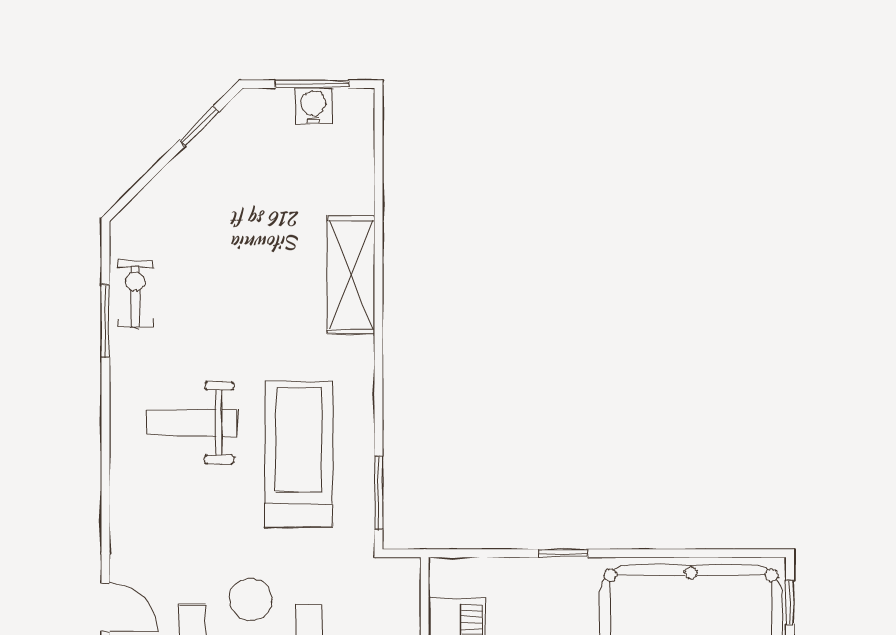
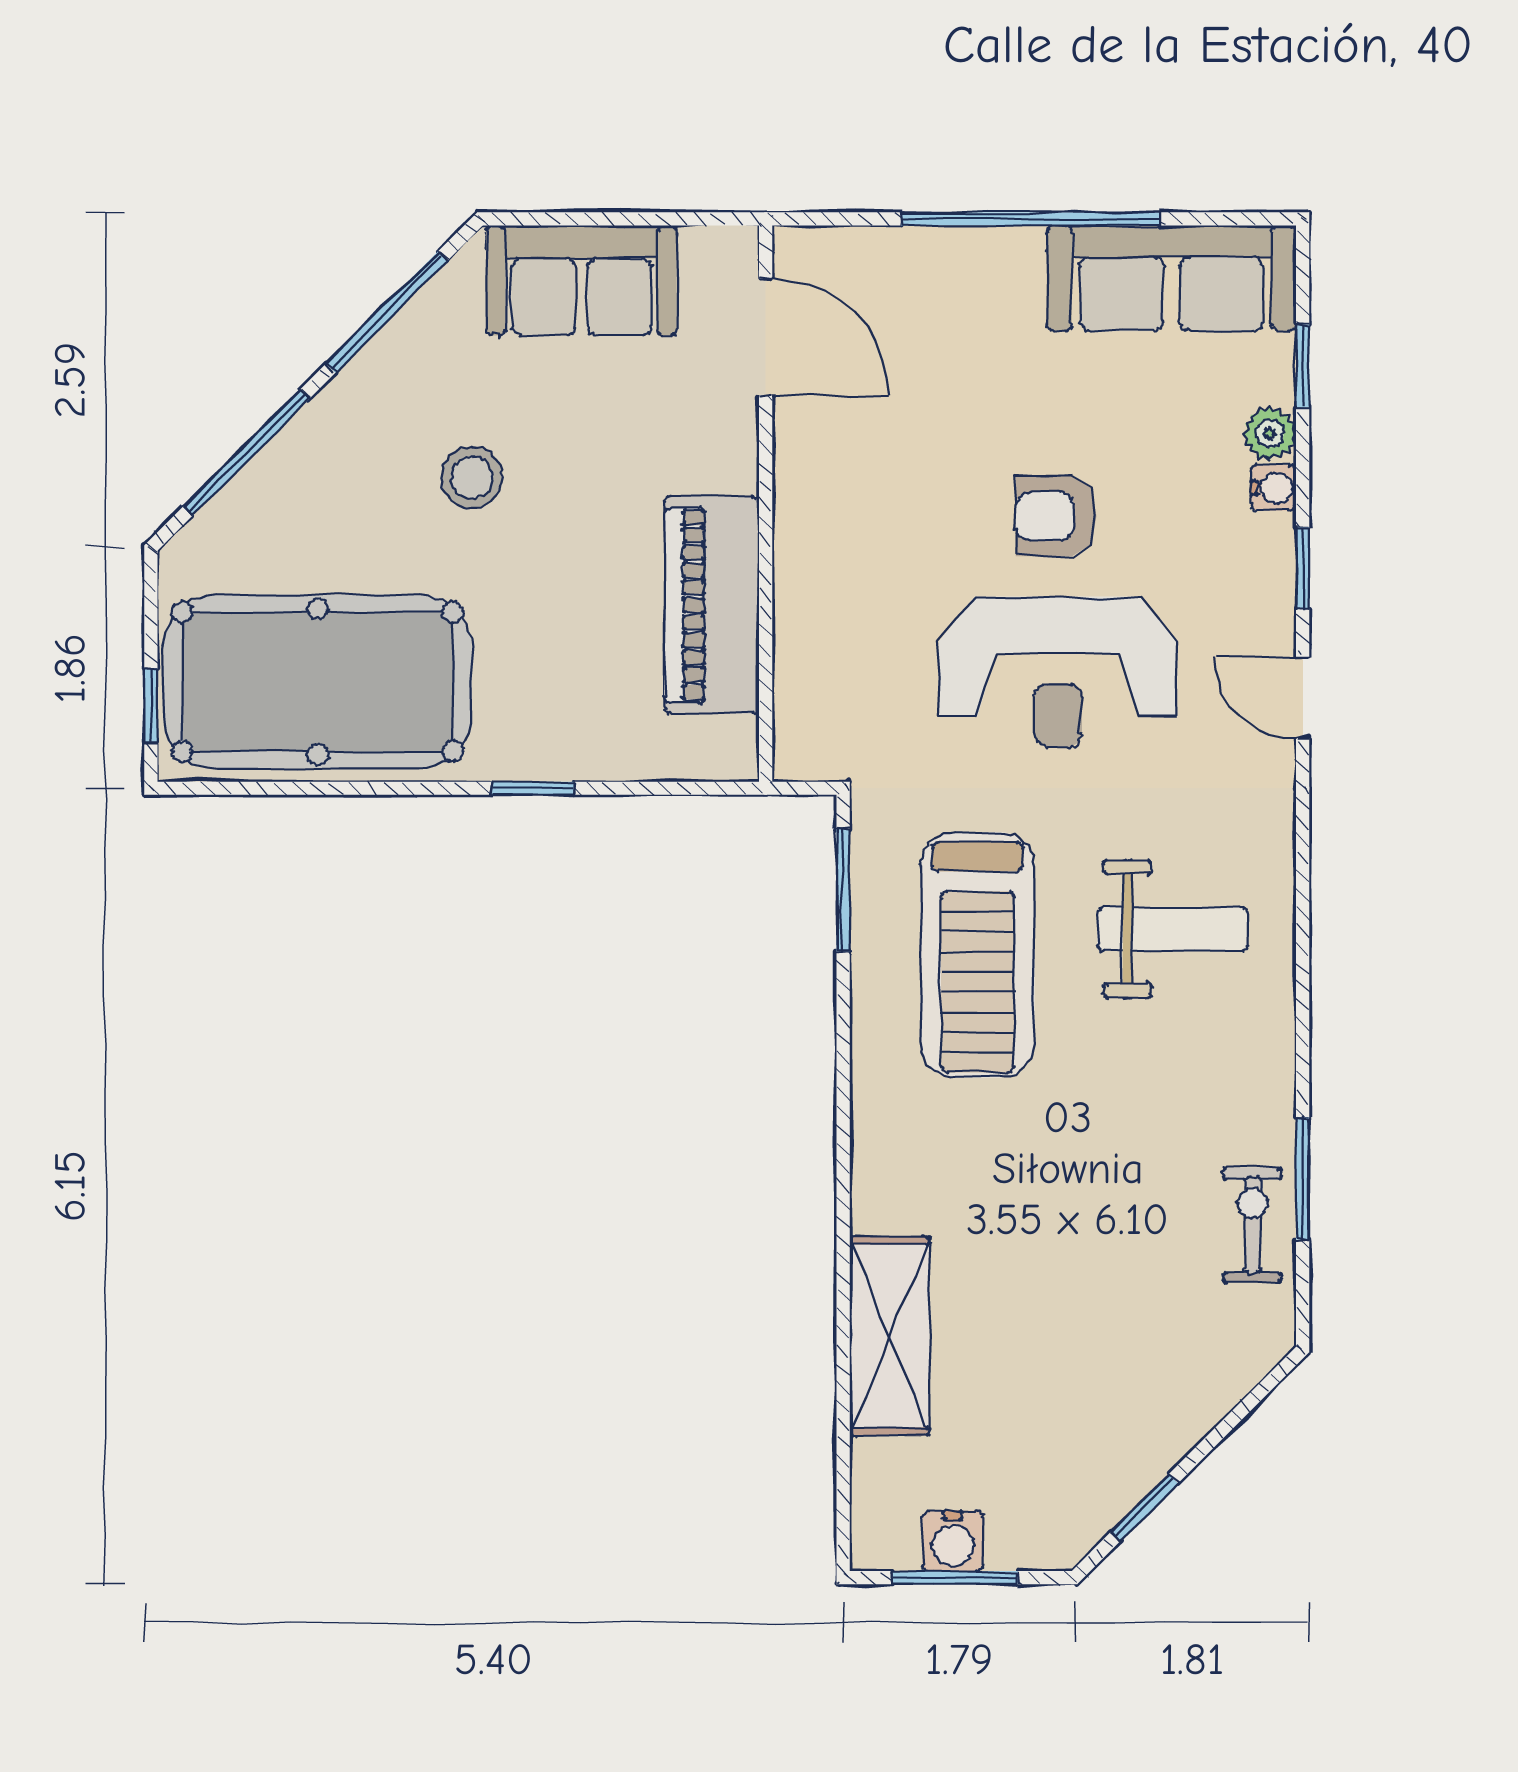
shelving: (351, 275) -> (890, 1336), moved
exercise bike: (135, 294) -> (1253, 1225), turned 180
weight bench: (192, 423) -> (1173, 929), moved

